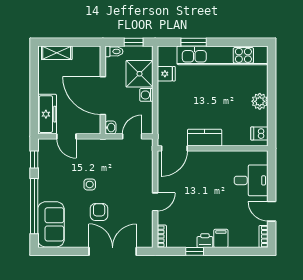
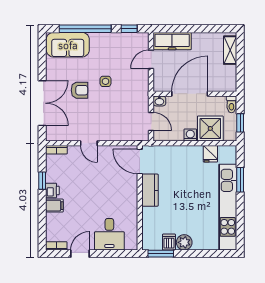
window: (272, 126) -> (161, 254), added
dishwasher: (259, 133) -> (169, 242), moved

